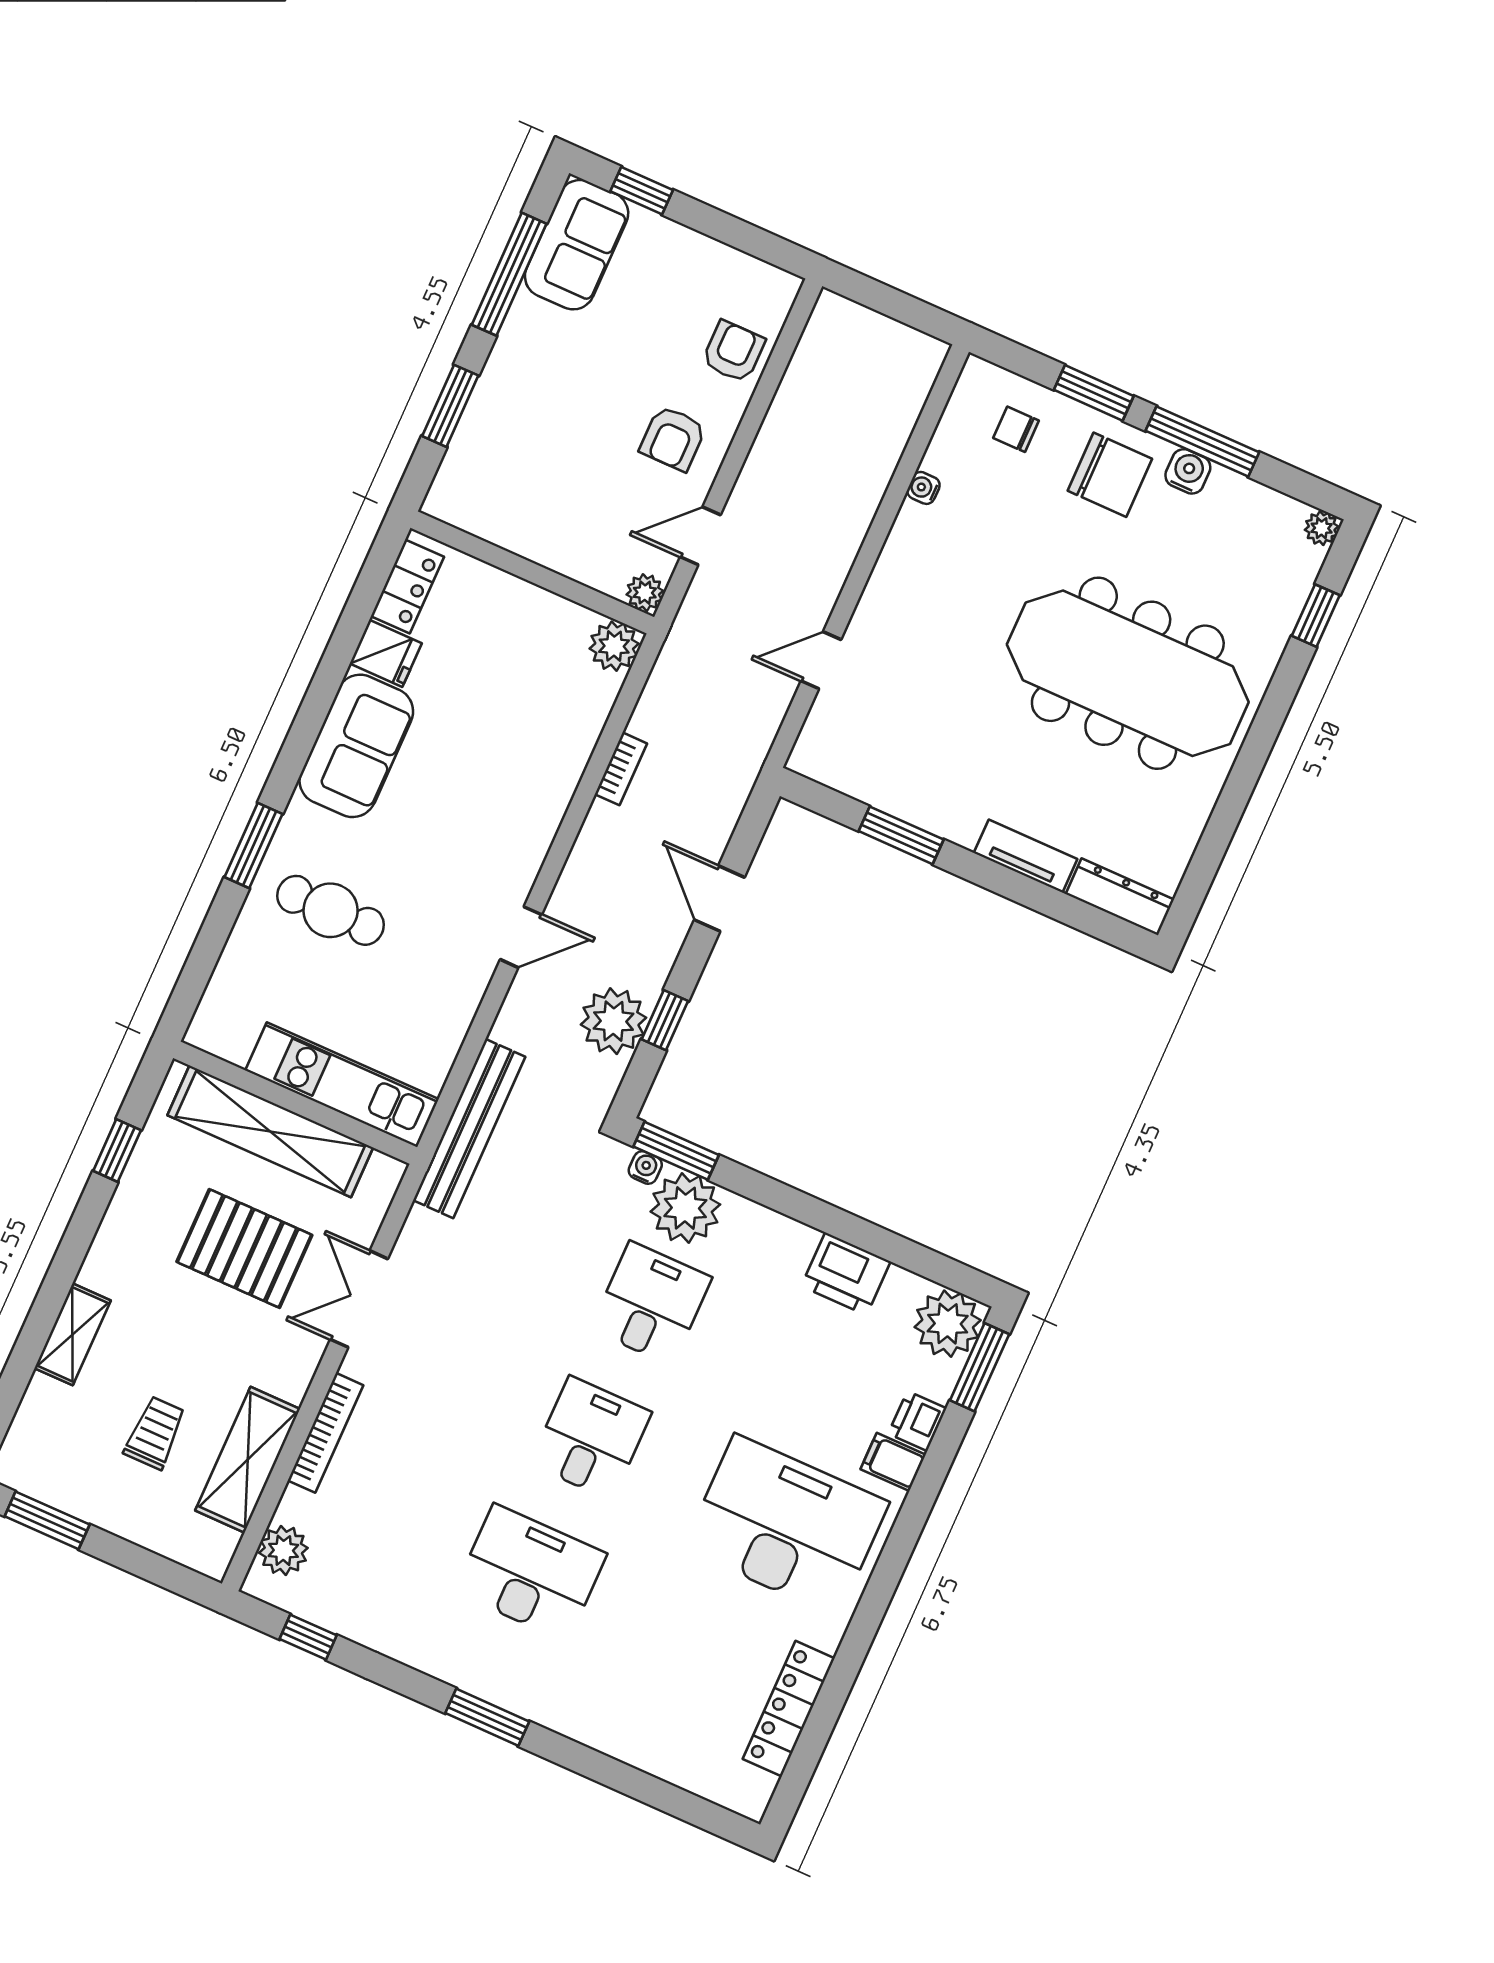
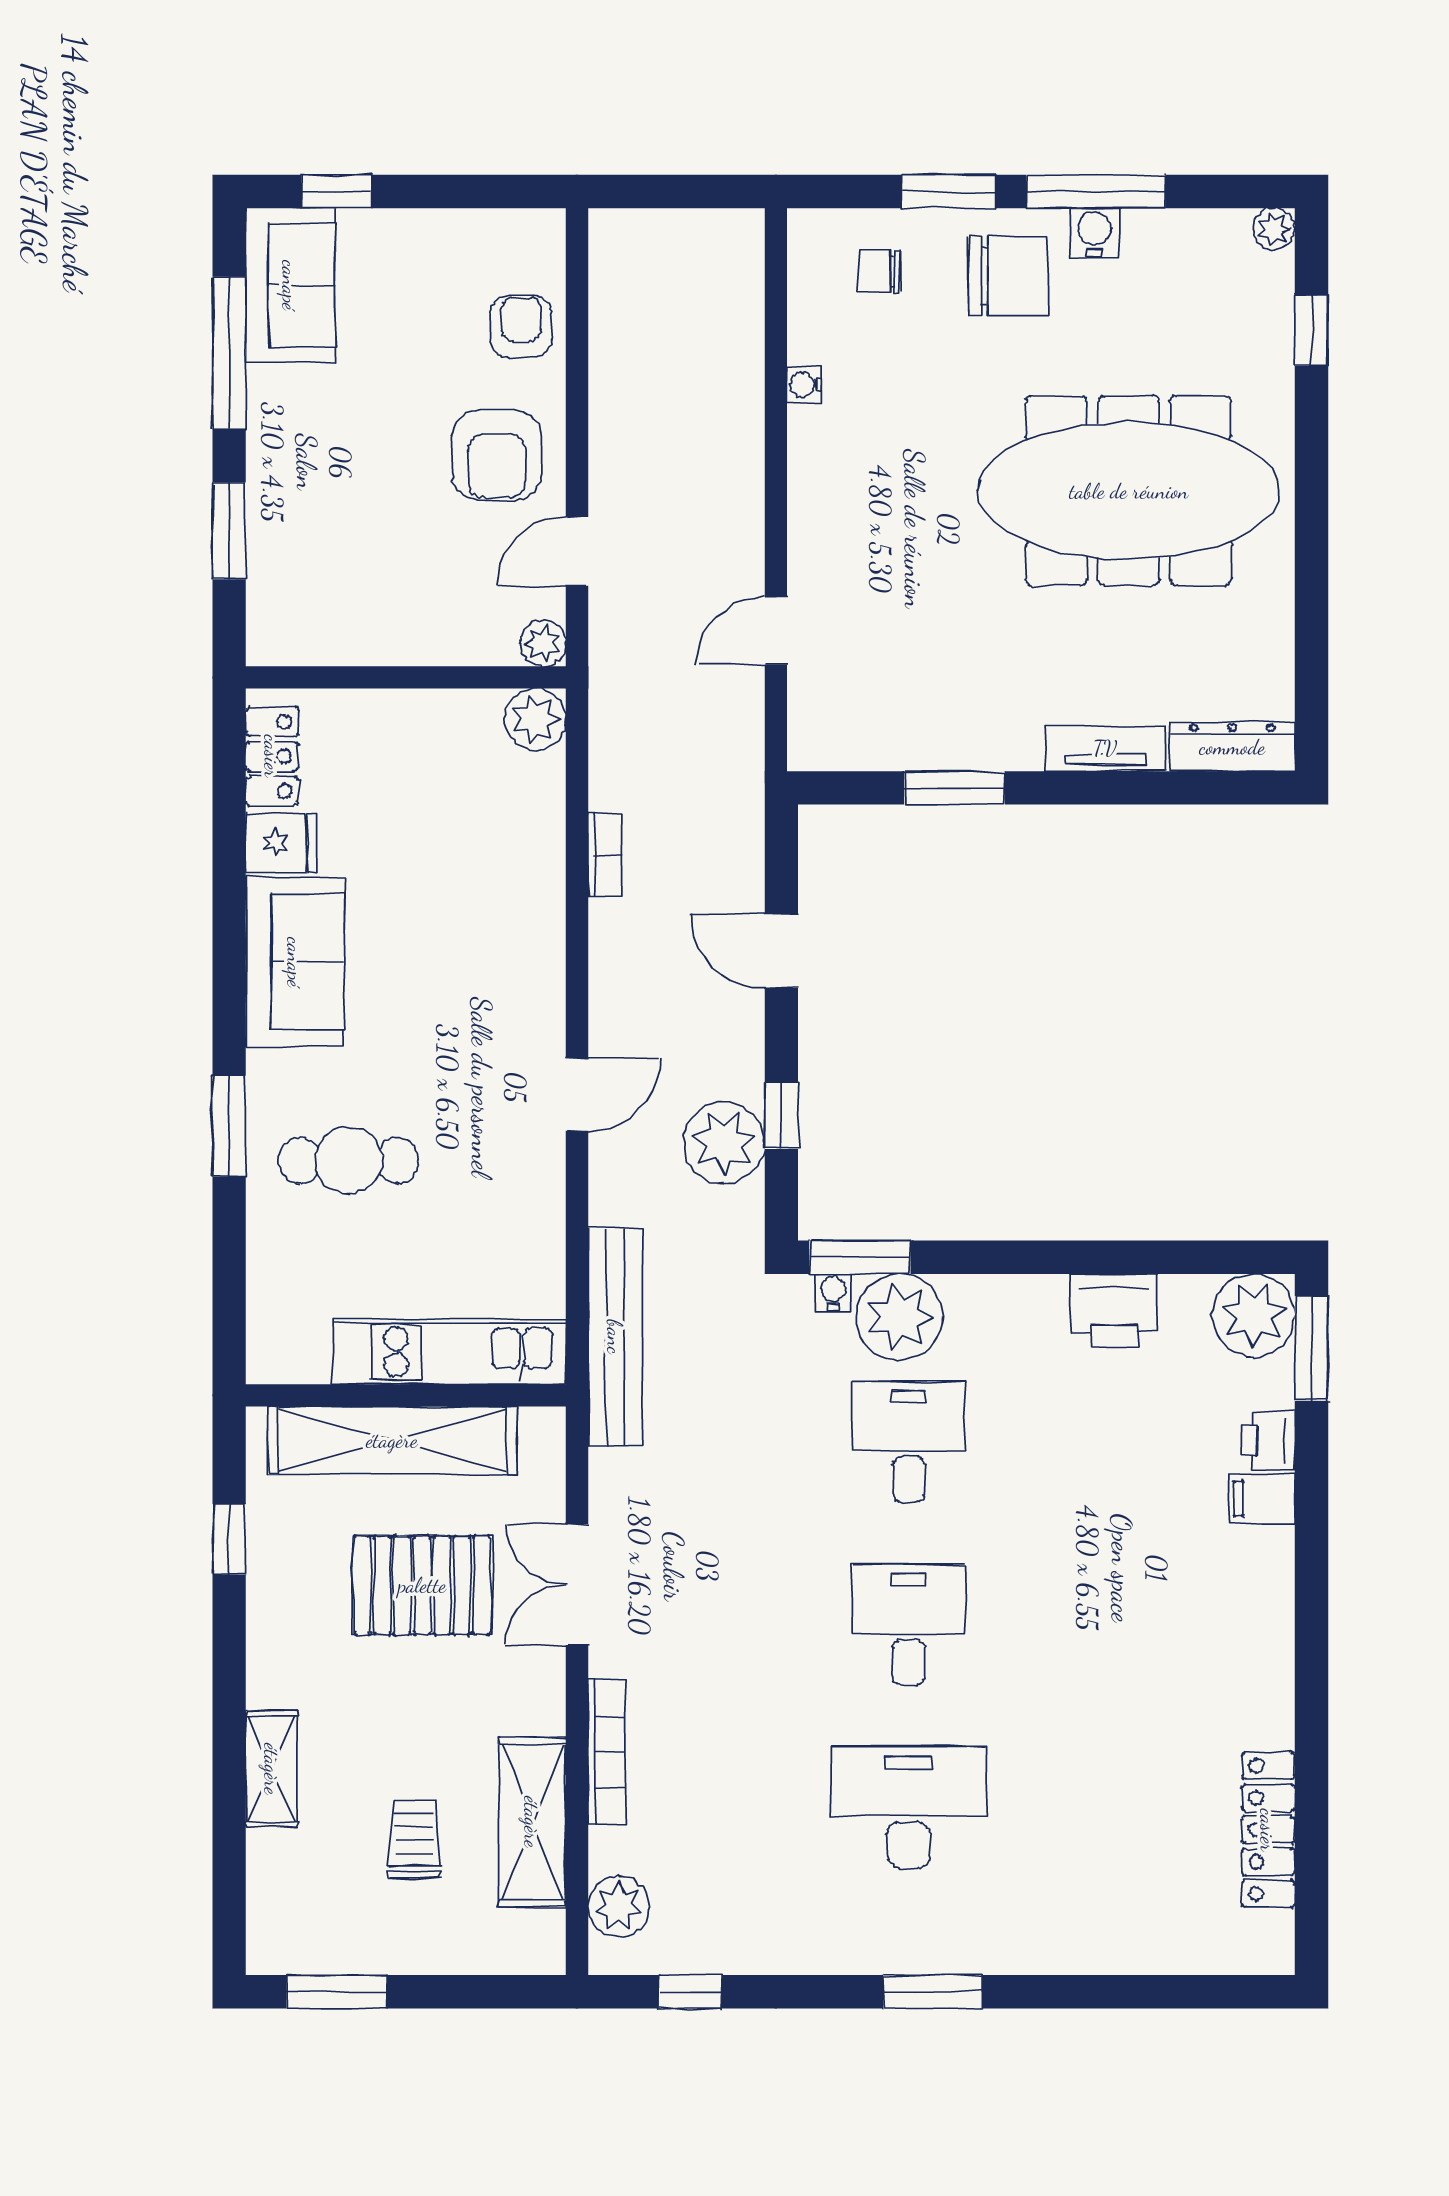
armchair: (673, 438) -> (497, 455), width x1.38, depth x1.38
desk: (786, 1525) -> (1173, 1624), removed

